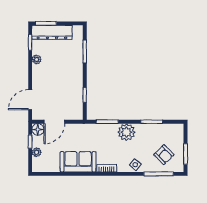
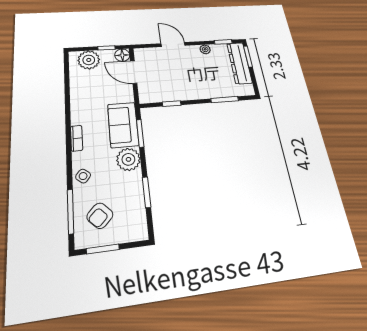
door: (30, 100) -> (173, 45), moved
plant: (37, 152) -> (89, 60), width x1.88, depth x1.88
sofa: (78, 162) -> (123, 125), moved, turned 180

